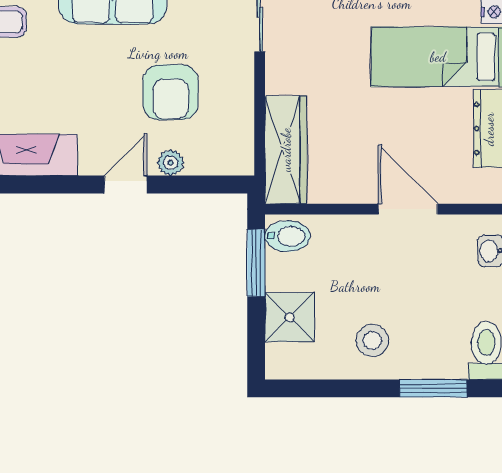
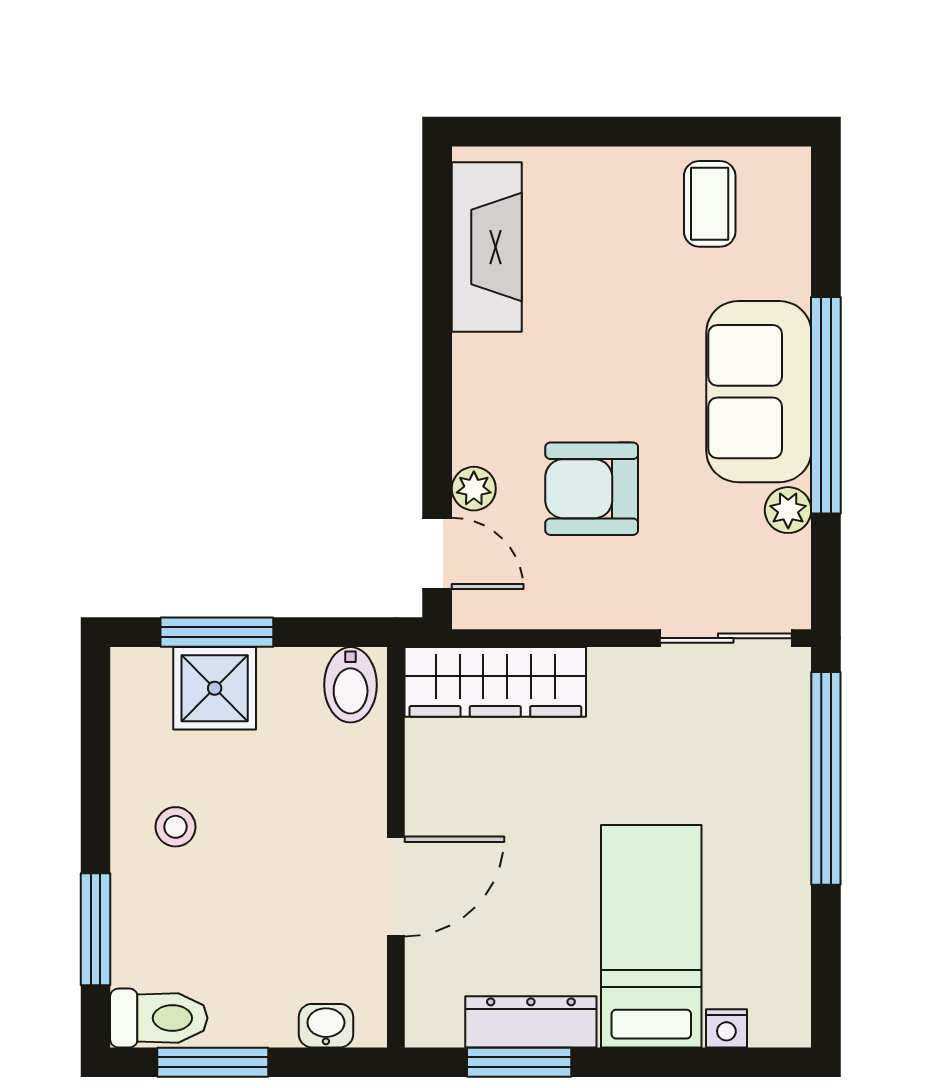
door: (126, 185) -> (437, 553), moved
window: (256, 263) -> (217, 632), moved
stool: (372, 341) -> (176, 827), width x0.73, depth x0.73

